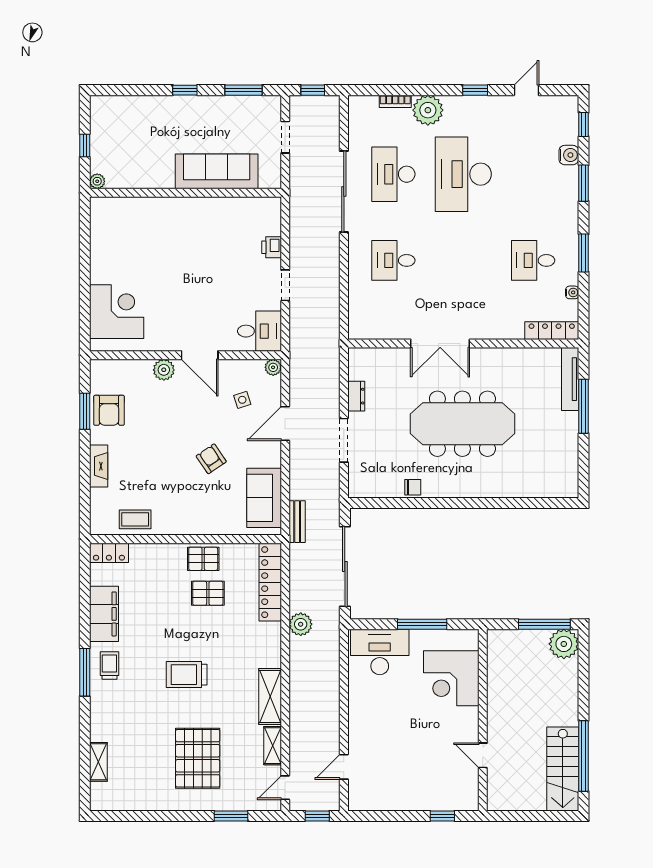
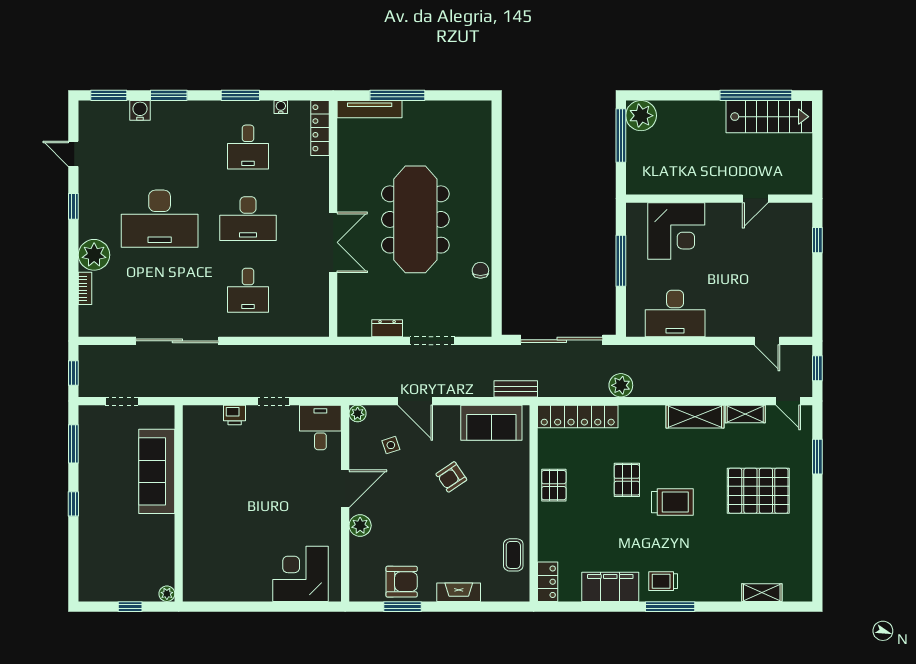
window: (584, 124) -> (109, 95), width x1.50
desk: (393, 174) -> (248, 219), moved
pallet: (208, 593) -> (627, 480), moved
desk: (380, 652) -> (675, 313), moved, turned -90
trolley: (187, 675) -> (672, 502), turned -90

